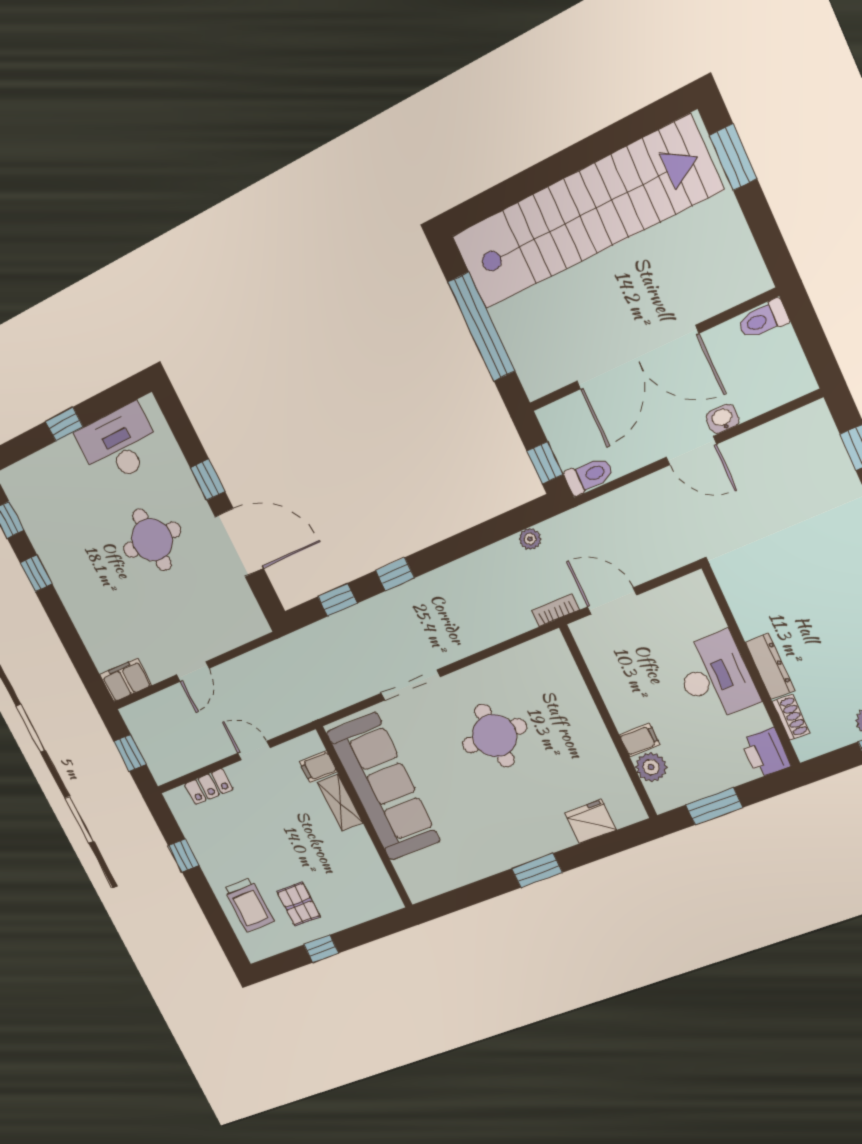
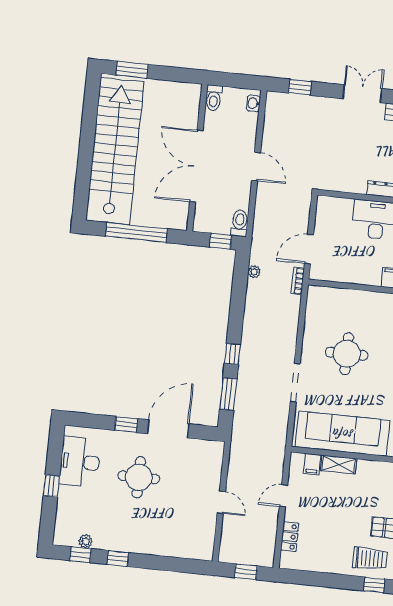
double door: (637, 357) -> (196, 166), swing flipped
washbasin: (723, 419) -> (253, 103), moved
door: (691, 451) -> (256, 166), hinge flipped
plant: (28, 516) -> (86, 541), added
window: (337, 600) -> (228, 394), width x1.50
filing cabinet: (126, 680) -> (204, 546), removed
window: (184, 855) -> (374, 585), moved

